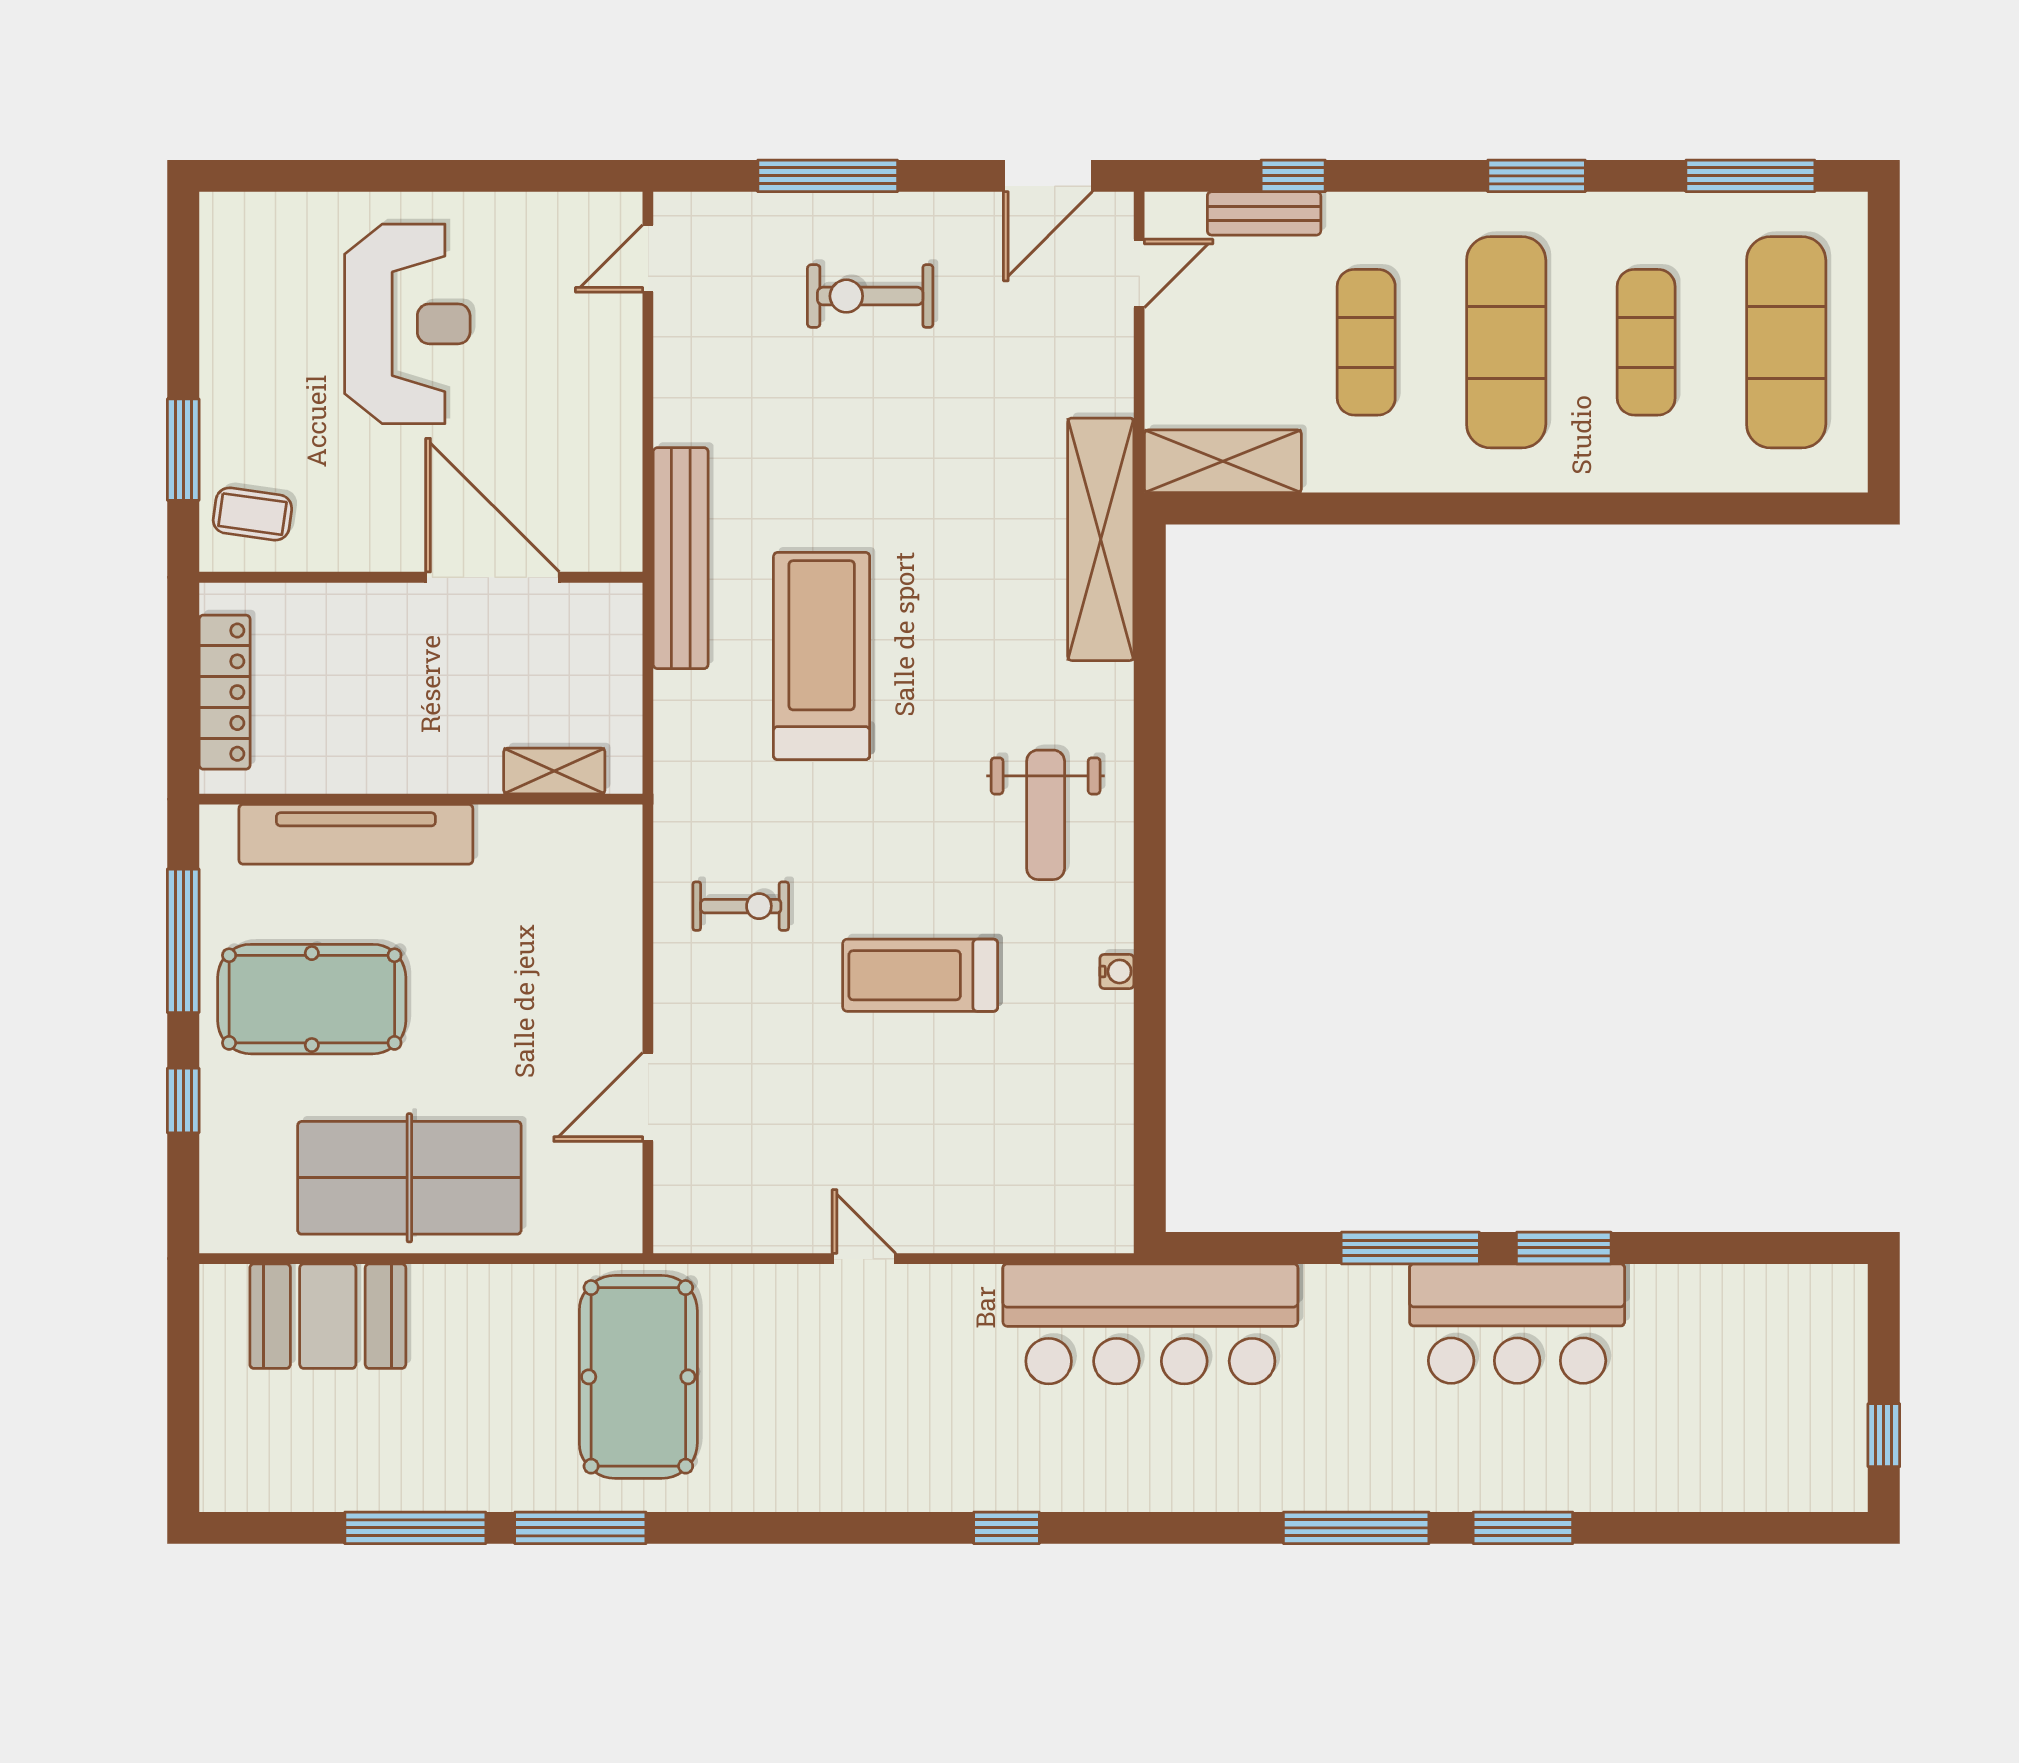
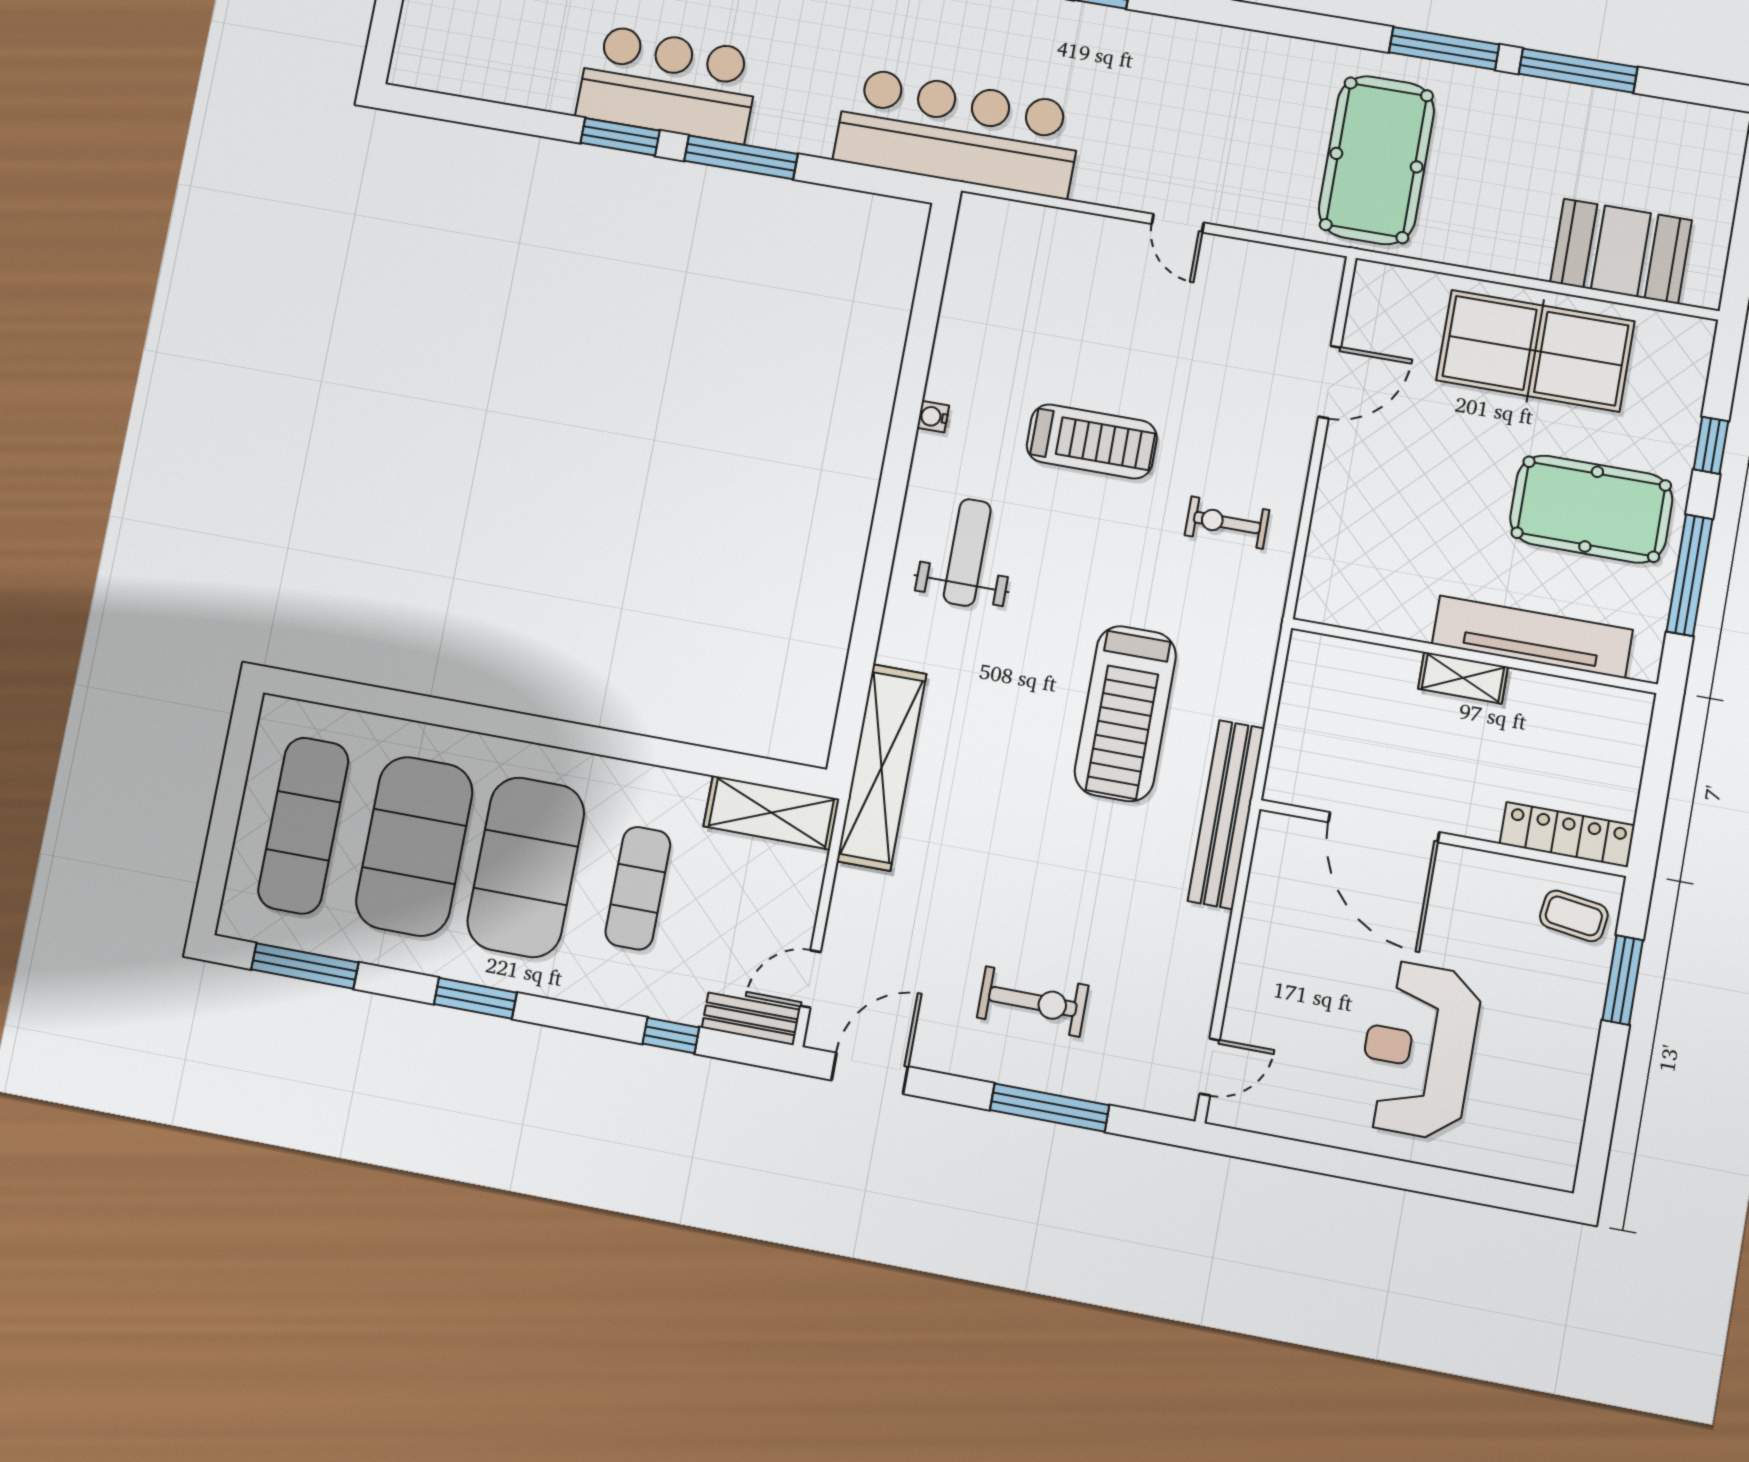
bench: (1264, 213) -> (751, 1019), moved
exercise mat: (1506, 342) -> (526, 867), width x1.47
exercise mat: (1646, 342) -> (414, 846), width x2.00, depth x1.45
locker: (225, 692) -> (1567, 835), moved, turned 90
shelving: (554, 771) -> (1463, 678), moved

